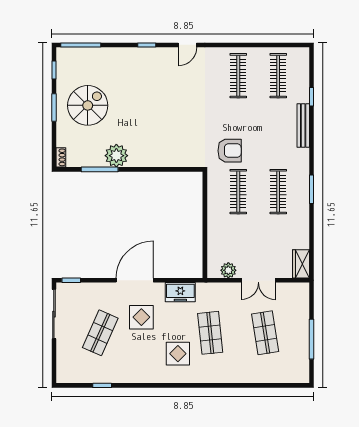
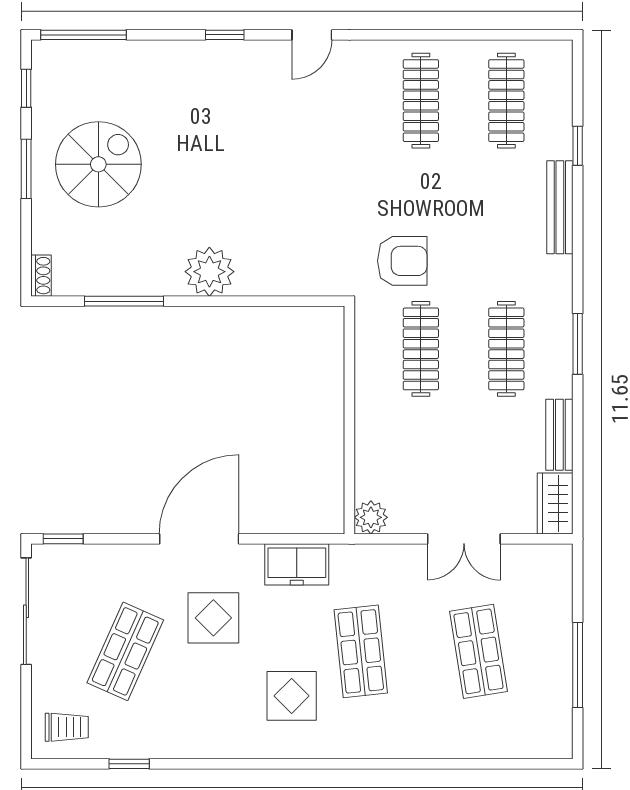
plant: (116, 156) -> (209, 272), moved
bench: (303, 232) -> (559, 435), added
plant: (228, 270) -> (371, 517), moved
trolley: (73, 368) -> (67, 727), added

